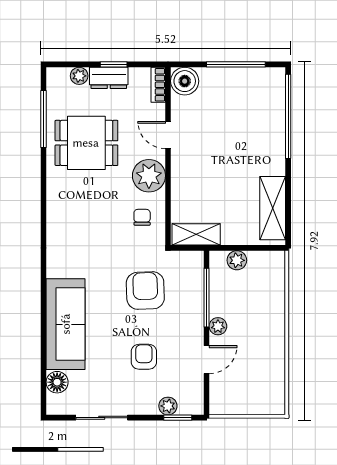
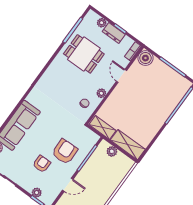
plant: (149, 176) -> (101, 93), width x0.53, depth x0.53
shelving: (273, 208) -> (128, 145), moved, turned 90
armchair: (145, 291) -> (65, 152), moved
plant: (218, 326) -> (83, 174), removed

